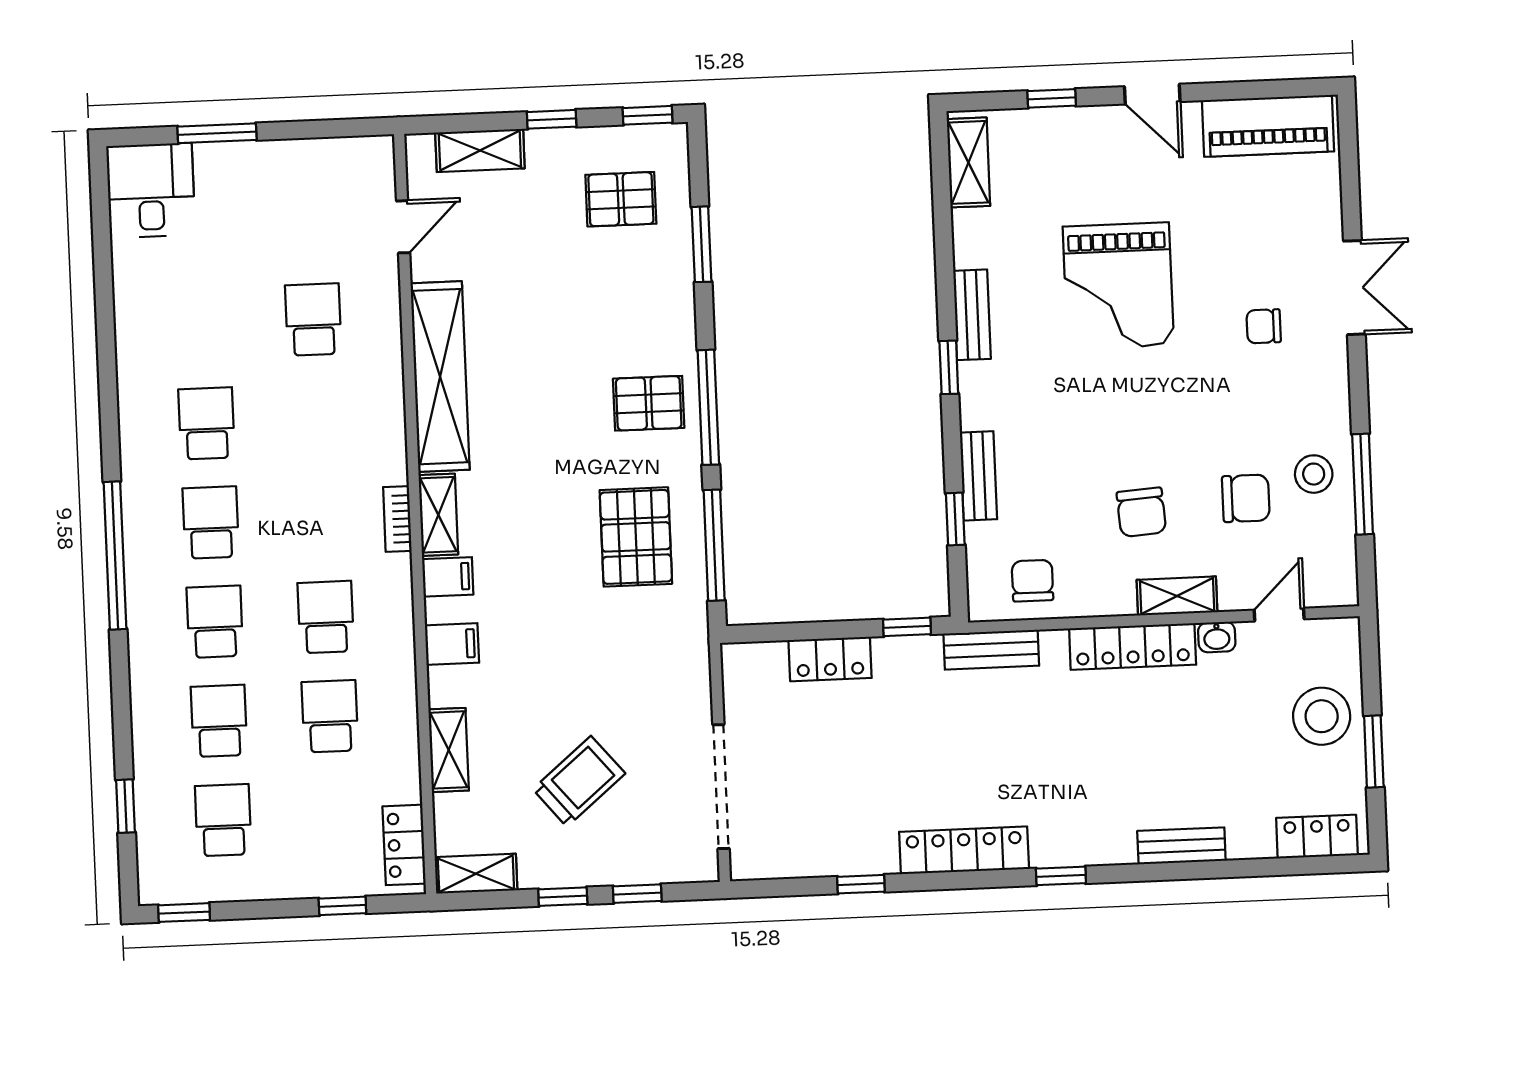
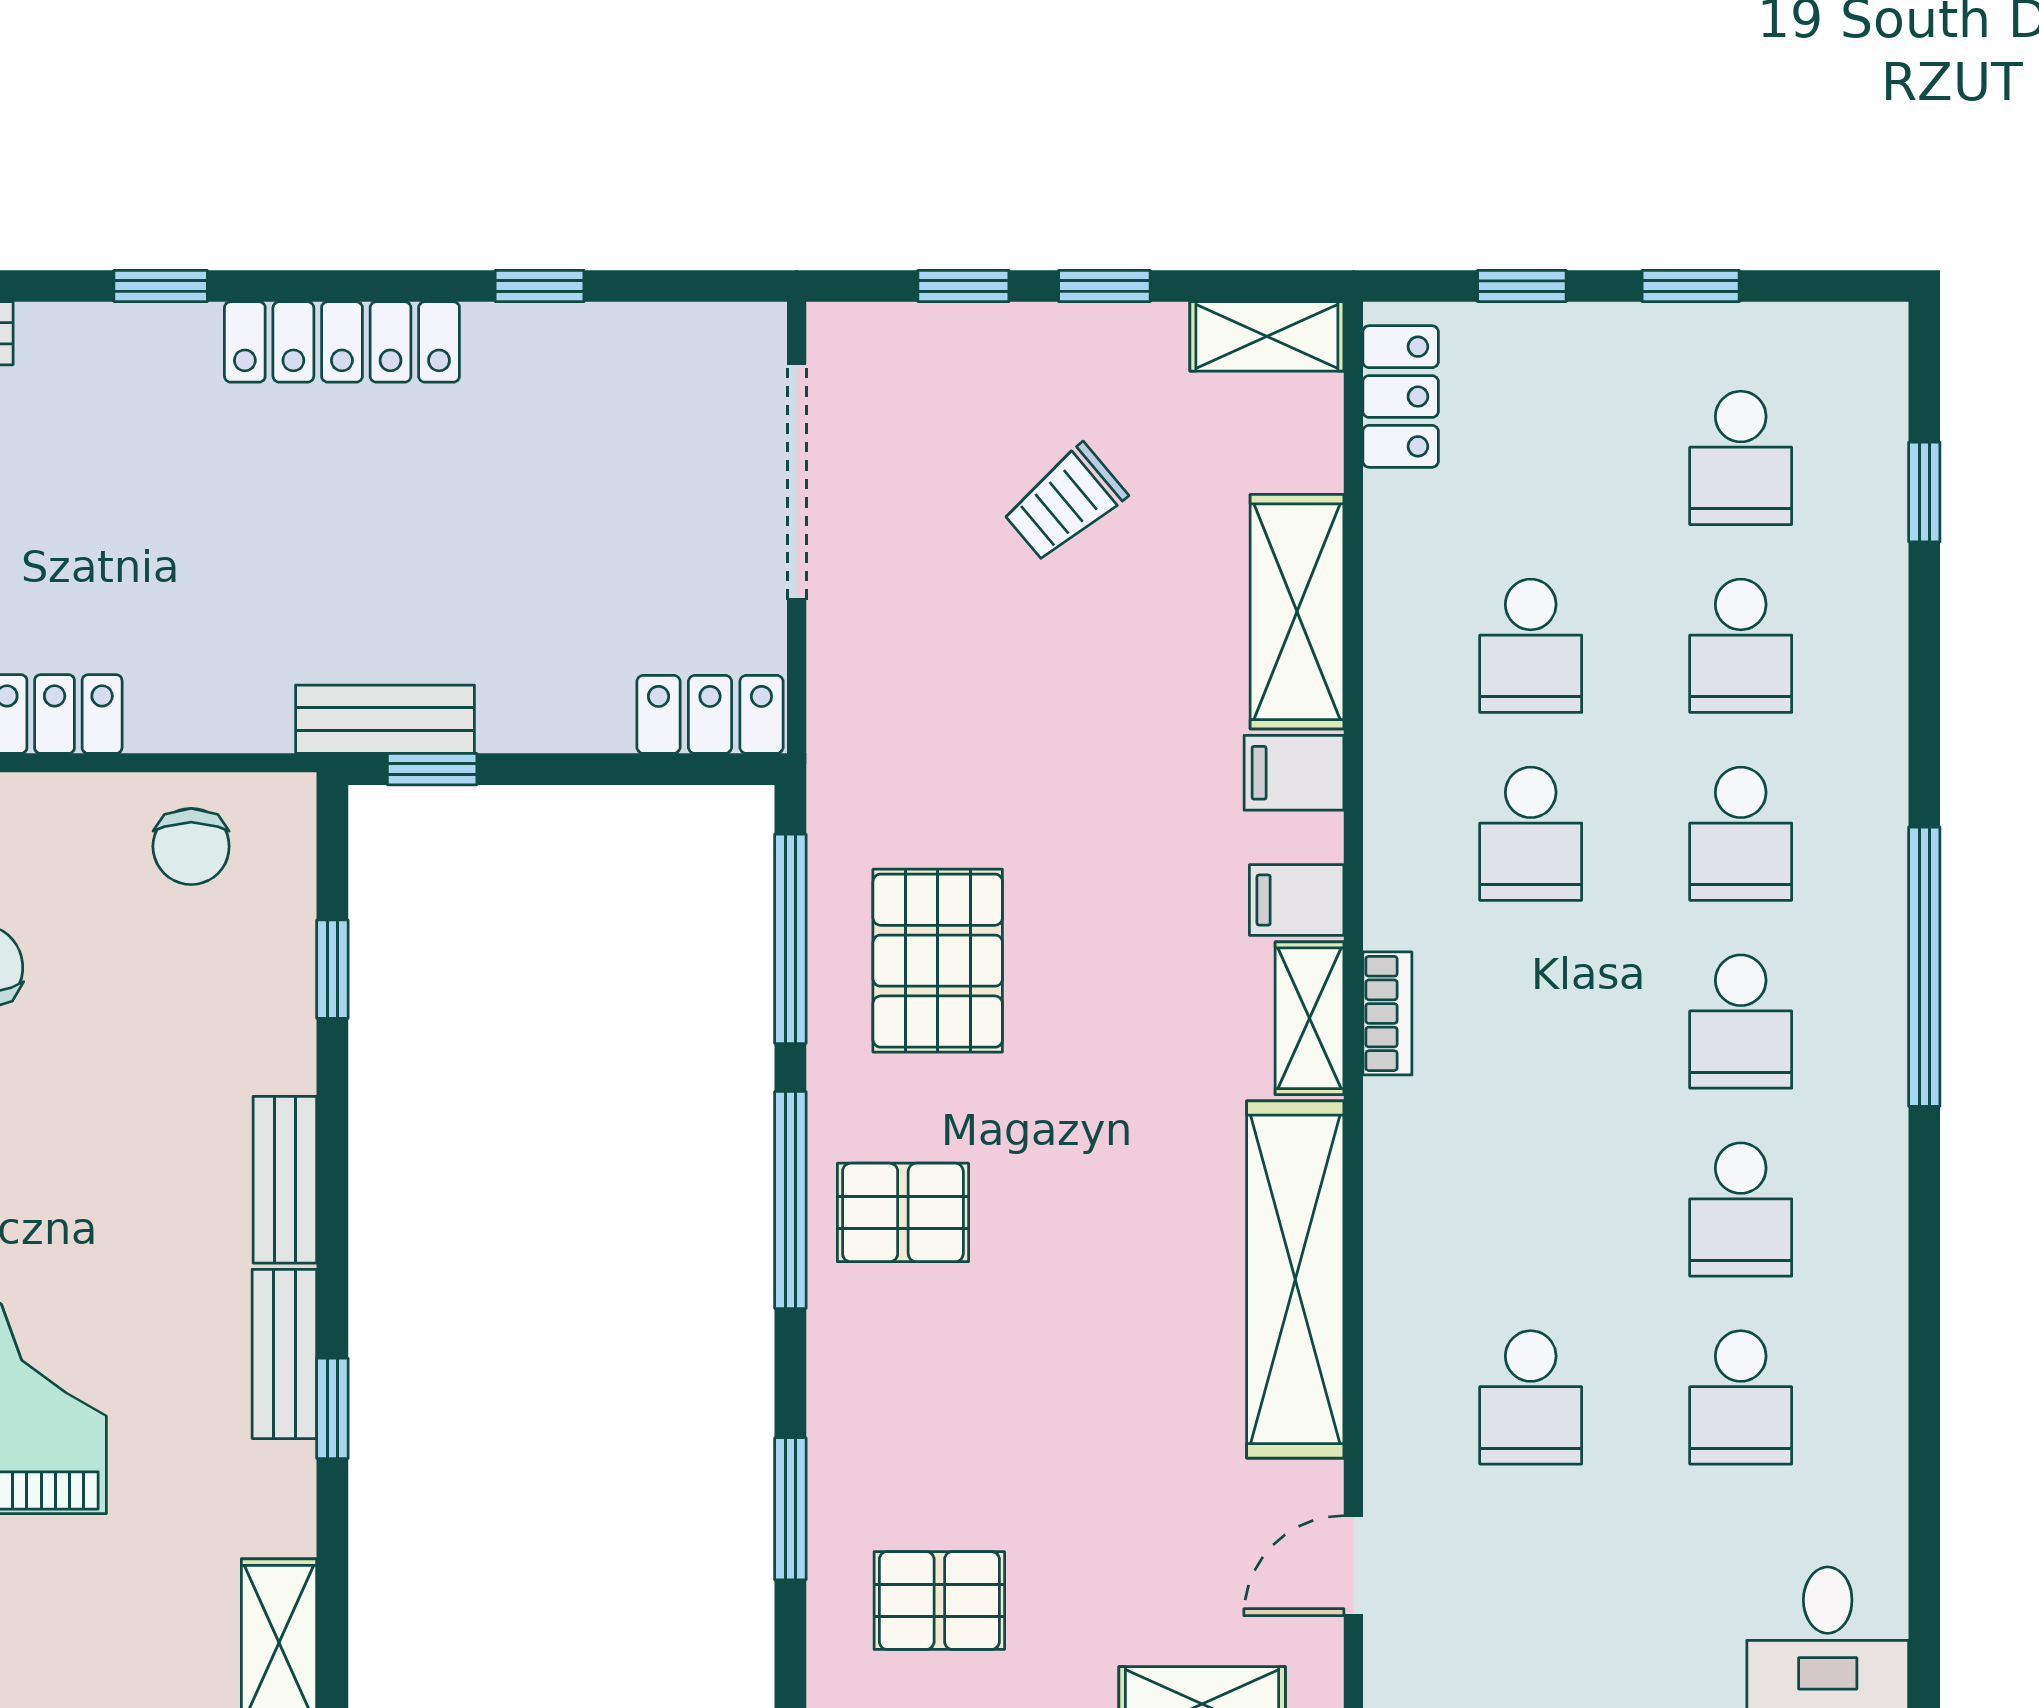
school desk: (202, 324) -> (1741, 1397), added
window: (949, 367) -> (332, 1408), moved
bench: (979, 476) -> (285, 1180), moved
bench: (991, 650) -> (385, 719), moved
locker: (830, 659) -> (710, 714), moved
shelving: (449, 750) -> (1297, 612), width x1.50, depth x1.33
trolley: (579, 781) -> (1065, 503), width x0.73, depth x0.72
window: (184, 913) -> (1691, 286), moved

